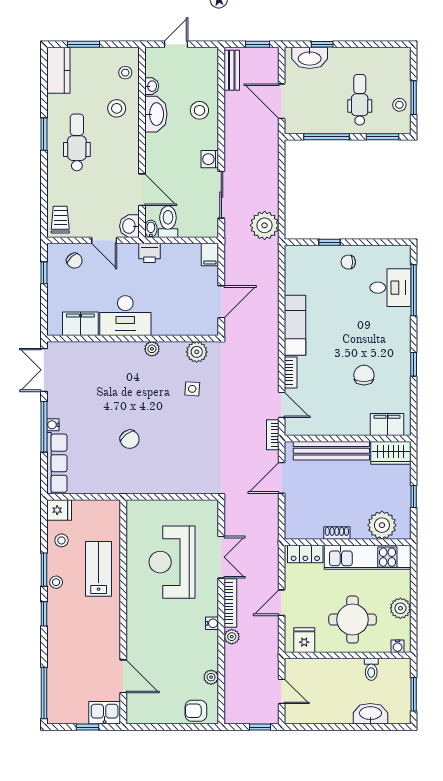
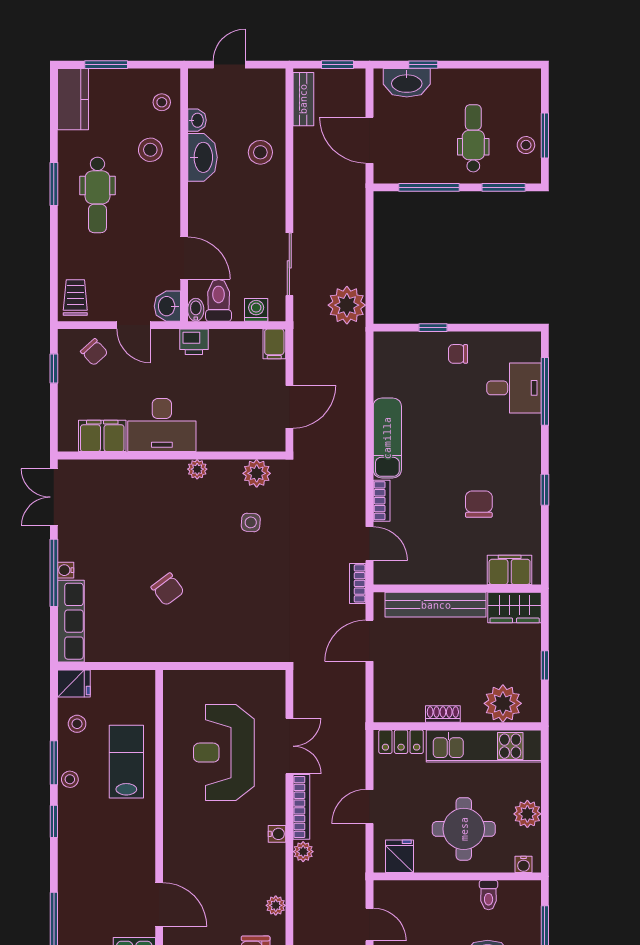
dental chair: (77, 142) -> (97, 195), turned 180
washing machine: (210, 159) -> (256, 310), moved, turned 90

